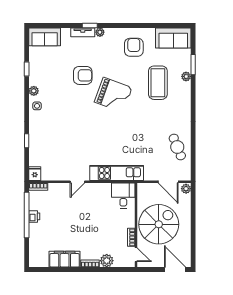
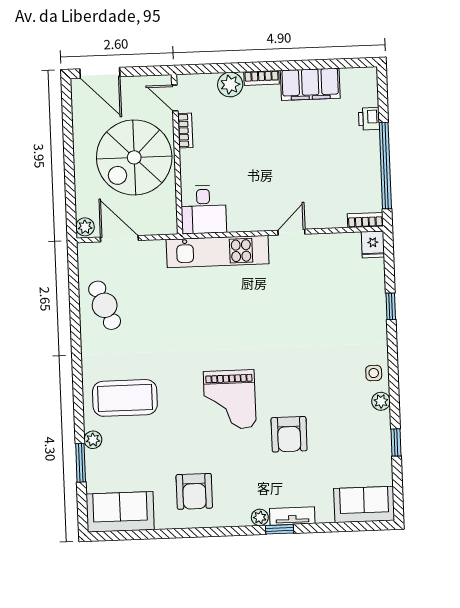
armchair: (83, 75) -> (289, 434), turned -90
coffee table: (158, 83) -> (125, 398), moved, turned 90
grand piano: (113, 95) -> (230, 400), turned -110
printer: (34, 216) -> (369, 119), moved

